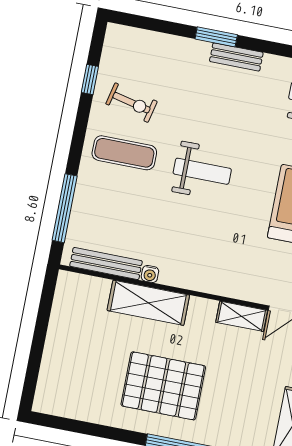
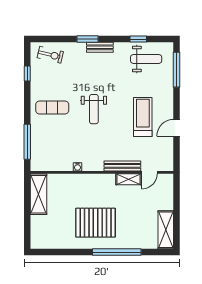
exercise bike: (132, 103) -> (50, 55), moved
weight bench: (202, 171) -> (94, 109), turned 90
bench: (106, 264) -> (122, 166), moved
shelving: (148, 303) -> (39, 194), moved, turned 90

